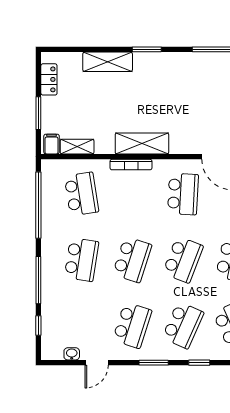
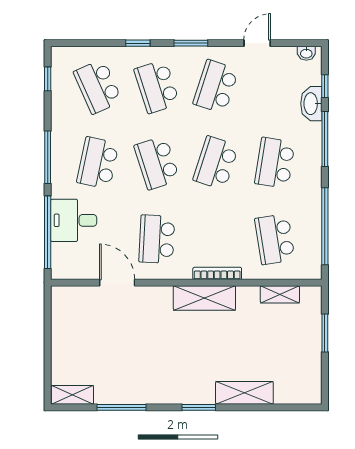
locker: (49, 79) -> (313, 372), removed
filing cabinet: (52, 144) -> (310, 297), removed
school desk: (183, 260) -> (157, 163), turned -39
washbasin: (50, 310) -> (311, 104), added
school desk: (183, 325) -> (157, 87), turned -42
washbasin: (72, 354) -> (306, 53), moved

